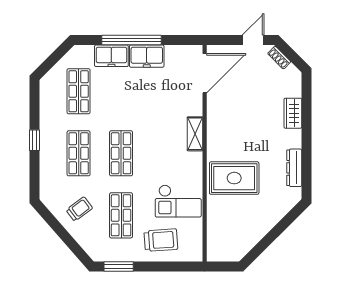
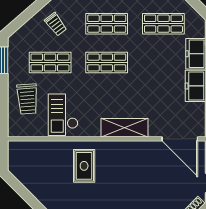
shelving: (195, 134) -> (125, 128), width x1.50, depth x1.33
rug: (234, 178) -> (84, 166), width x0.73, depth x0.70

